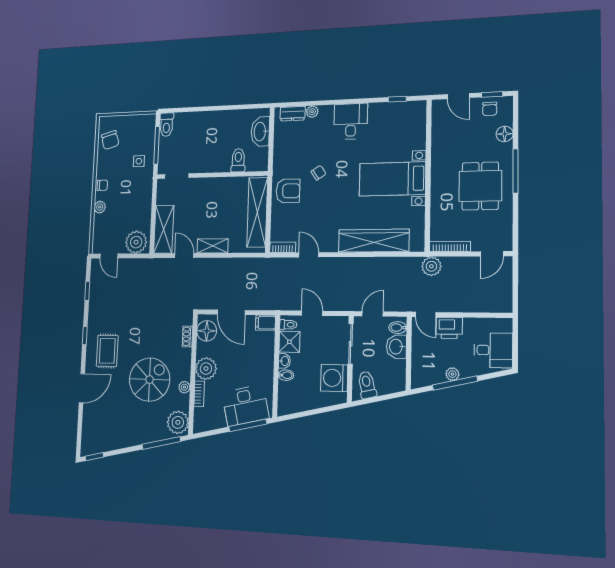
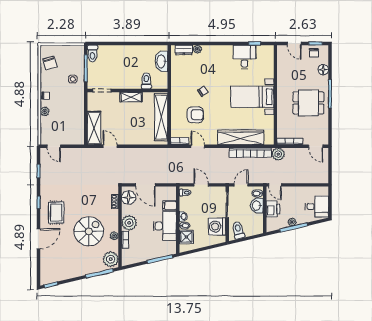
desk: (351, 121) -> (245, 57), moved
dining table: (480, 186) -> (308, 103), turned 90
armchair: (288, 191) -> (195, 115), moved
plant: (136, 242) -> (74, 137), removed
shelving: (213, 246) -> (131, 97), moved
door: (492, 254) -> (316, 146), hinge flipped
bookcase: (388, 264) -> (250, 153), added
filing cabinet: (265, 323) -> (170, 206), moved
printer: (449, 328) -> (273, 209), moved, turned -90
shower: (289, 342) -> (186, 237), moved
desk: (245, 405) -> (165, 226), moved, turned -77

